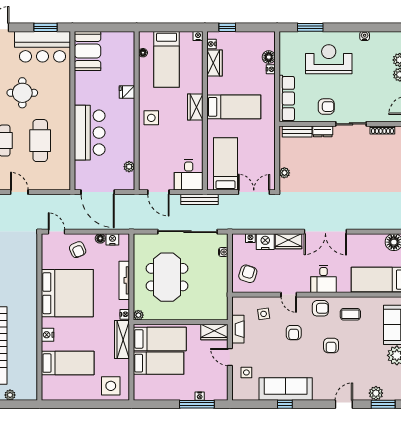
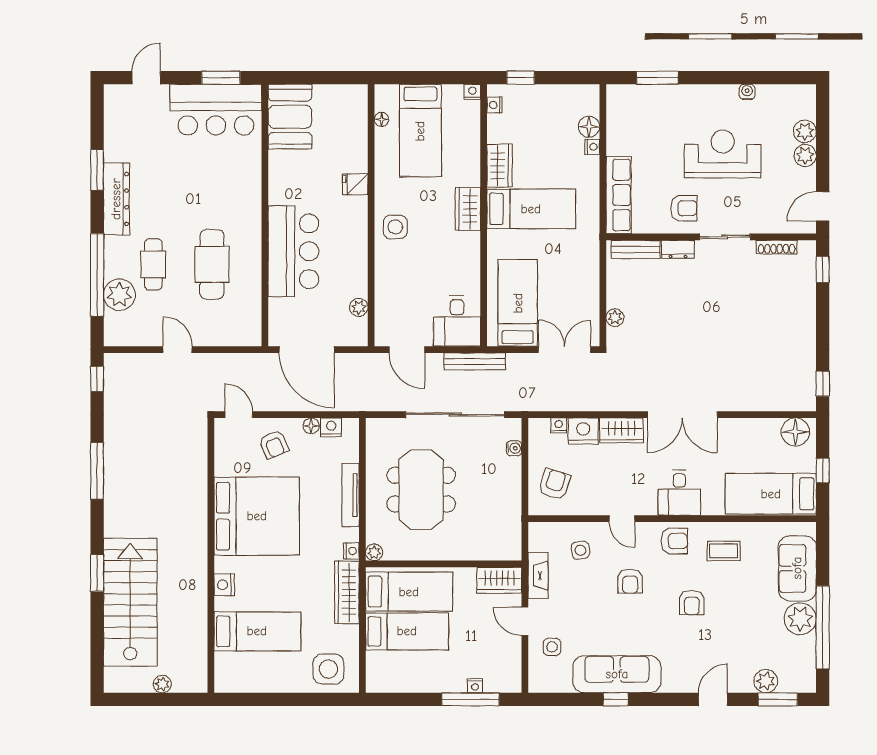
reception desk: (329, 59) -> (723, 154), moved
wardrobe: (214, 63) -> (499, 166), moved
round table: (22, 93) -> (182, 186), removed

